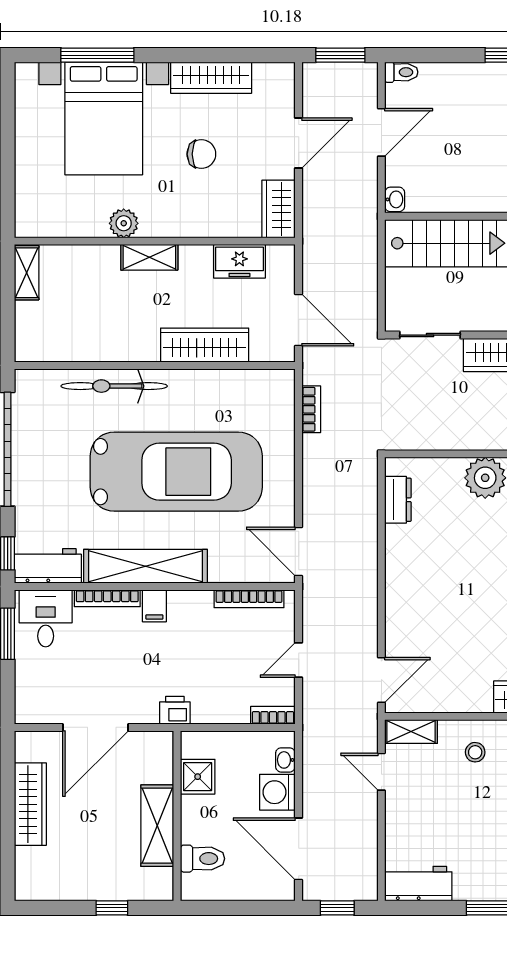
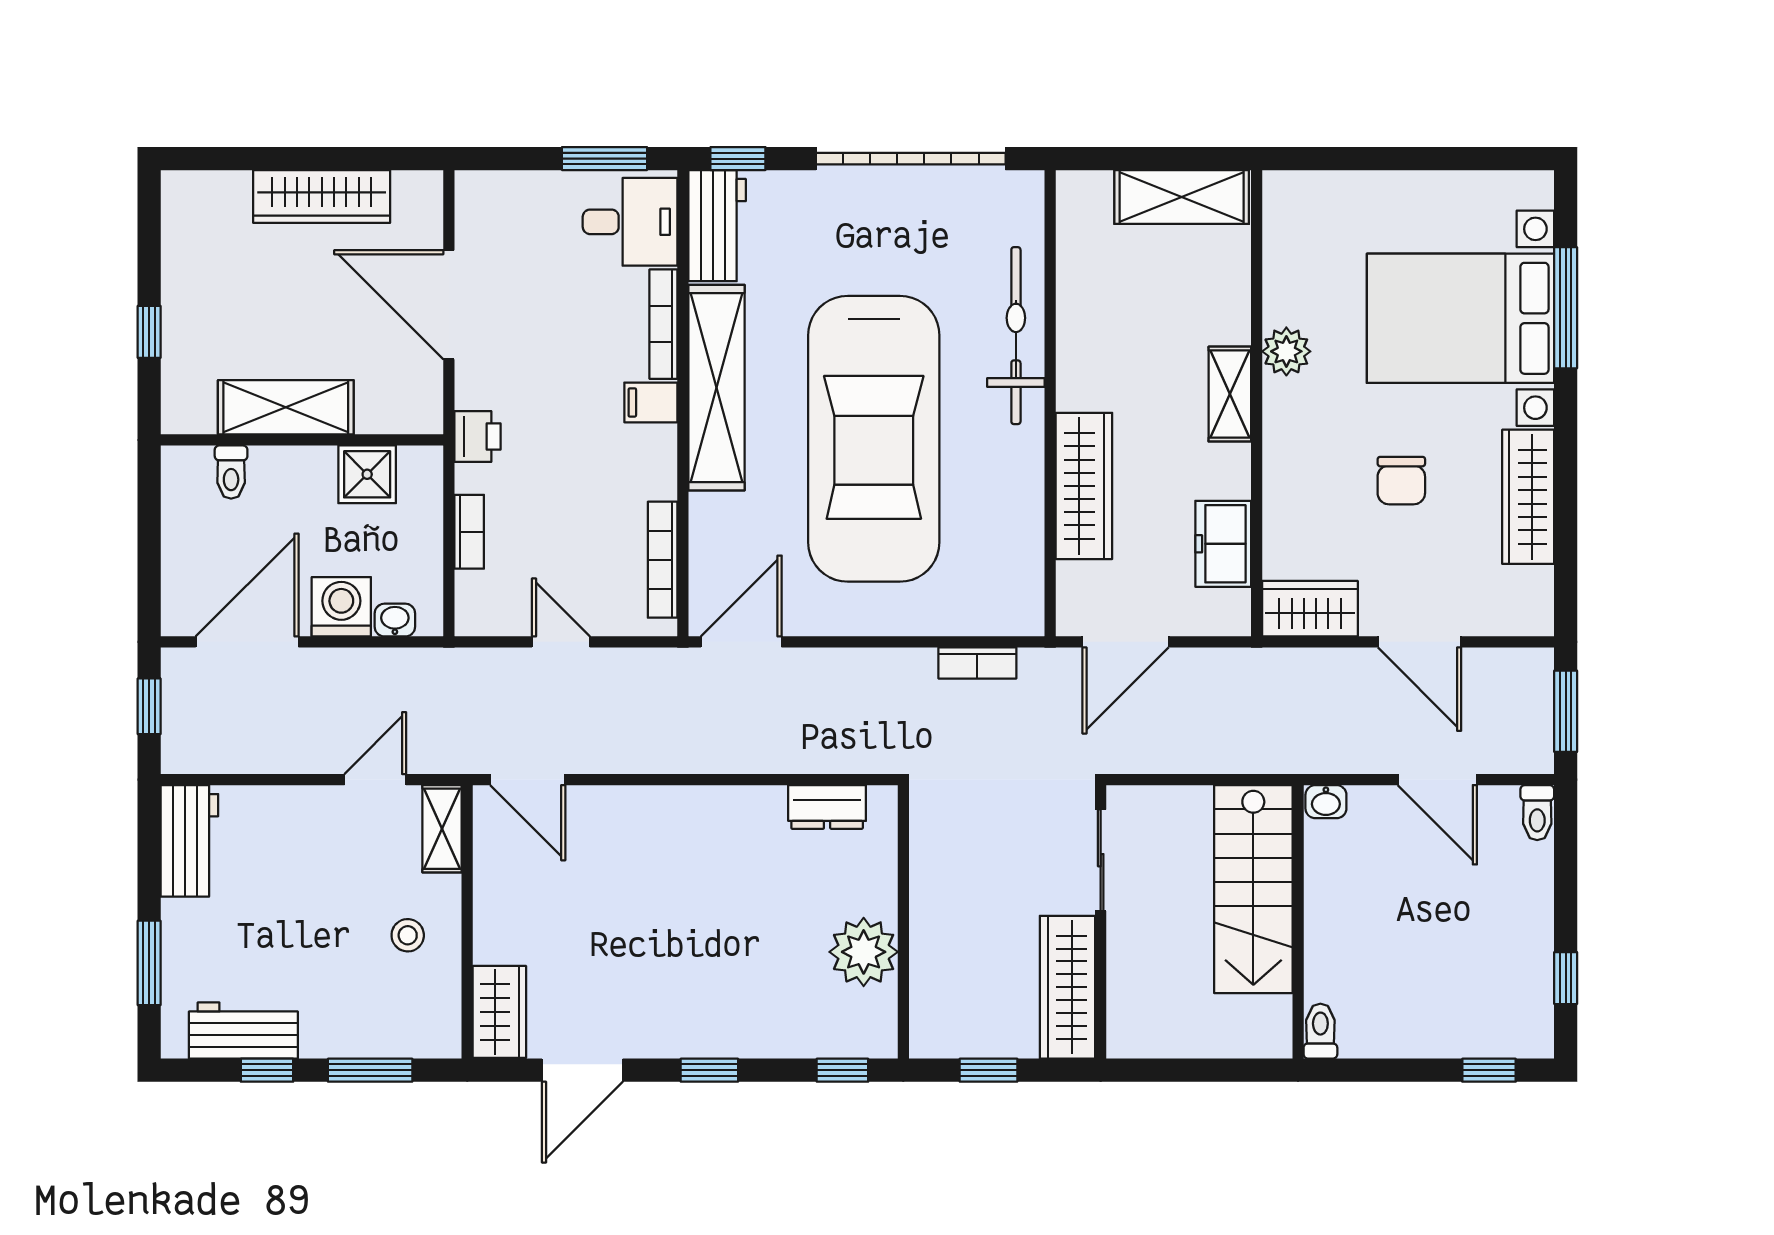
shelving: (27, 273) -> (1182, 197), width x1.50, depth x1.33
bookcase: (273, 715) -> (469, 532), moved
toilet: (202, 859) -> (231, 472), width x0.73, depth x0.72

